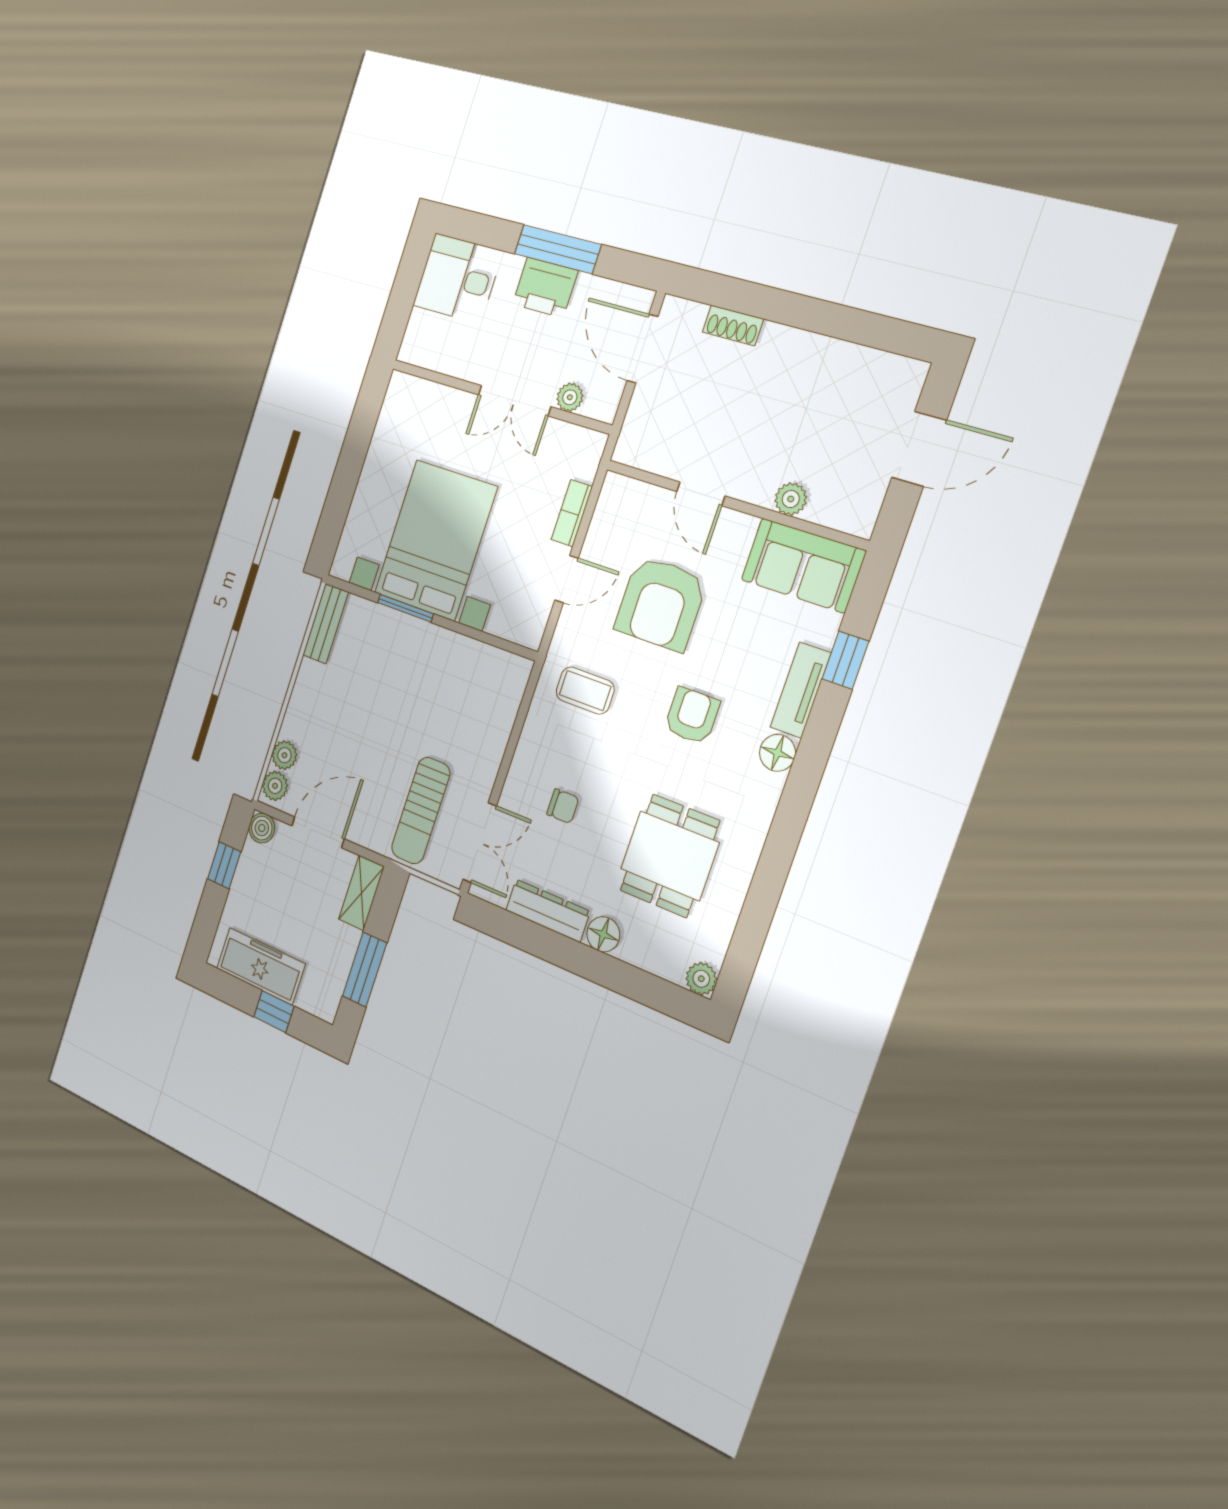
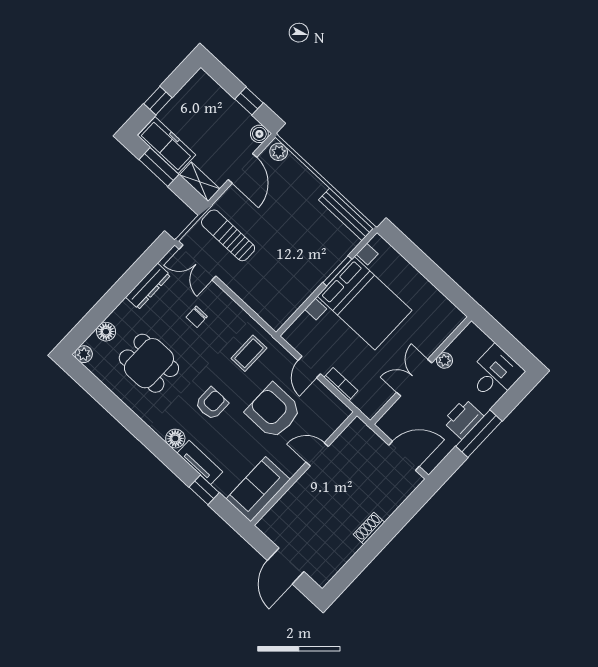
shoe rack: (733, 325) -> (369, 528), moved
plant: (570, 397) -> (444, 360), moved
plant: (791, 499) -> (292, 497), removed
bench: (326, 624) -> (346, 214), width x1.36
armchair: (692, 716) -> (212, 404), turned -90
plant: (284, 755) -> (293, 165), removed
floor lamp: (603, 934) -> (106, 332), moved
freezer: (261, 966) -> (167, 145), moved, turned -90

